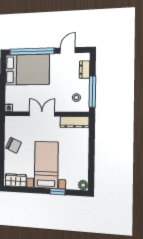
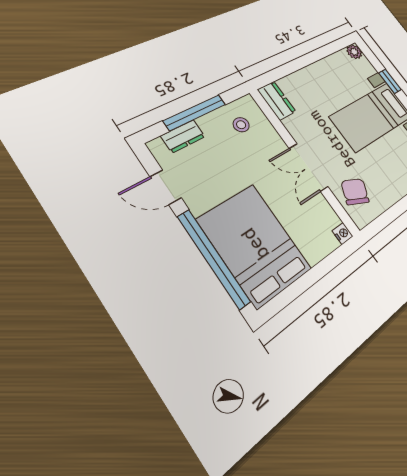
window: (92, 92) -> (195, 112), moved
dresser: (74, 122) -> (277, 101), width x0.70
chair: (14, 145) -> (355, 192), moved

